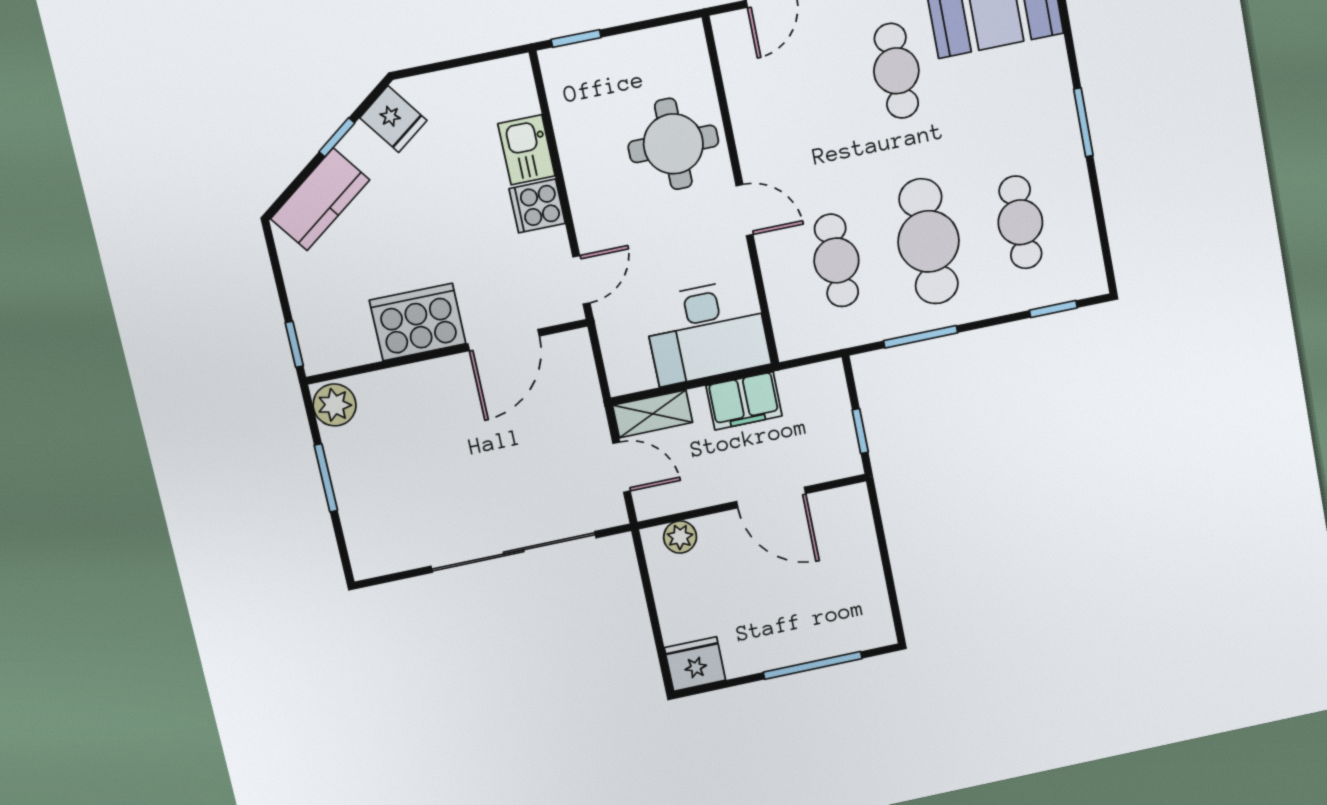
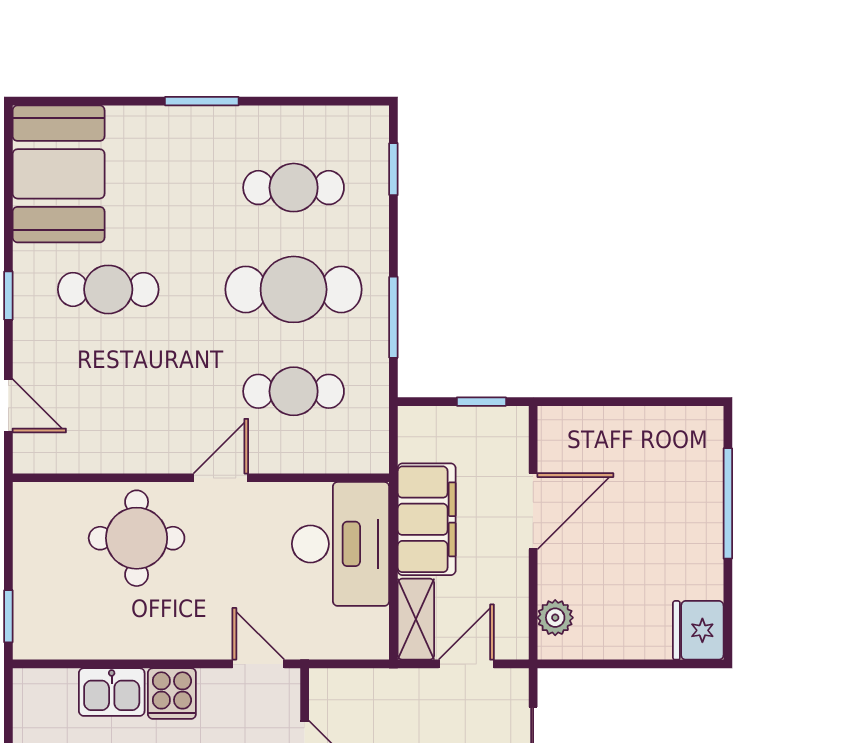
filing cabinet: (744, 401) -> (427, 519), width x1.50, depth x1.17

